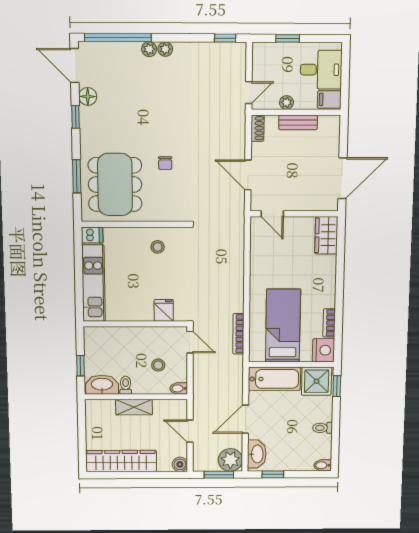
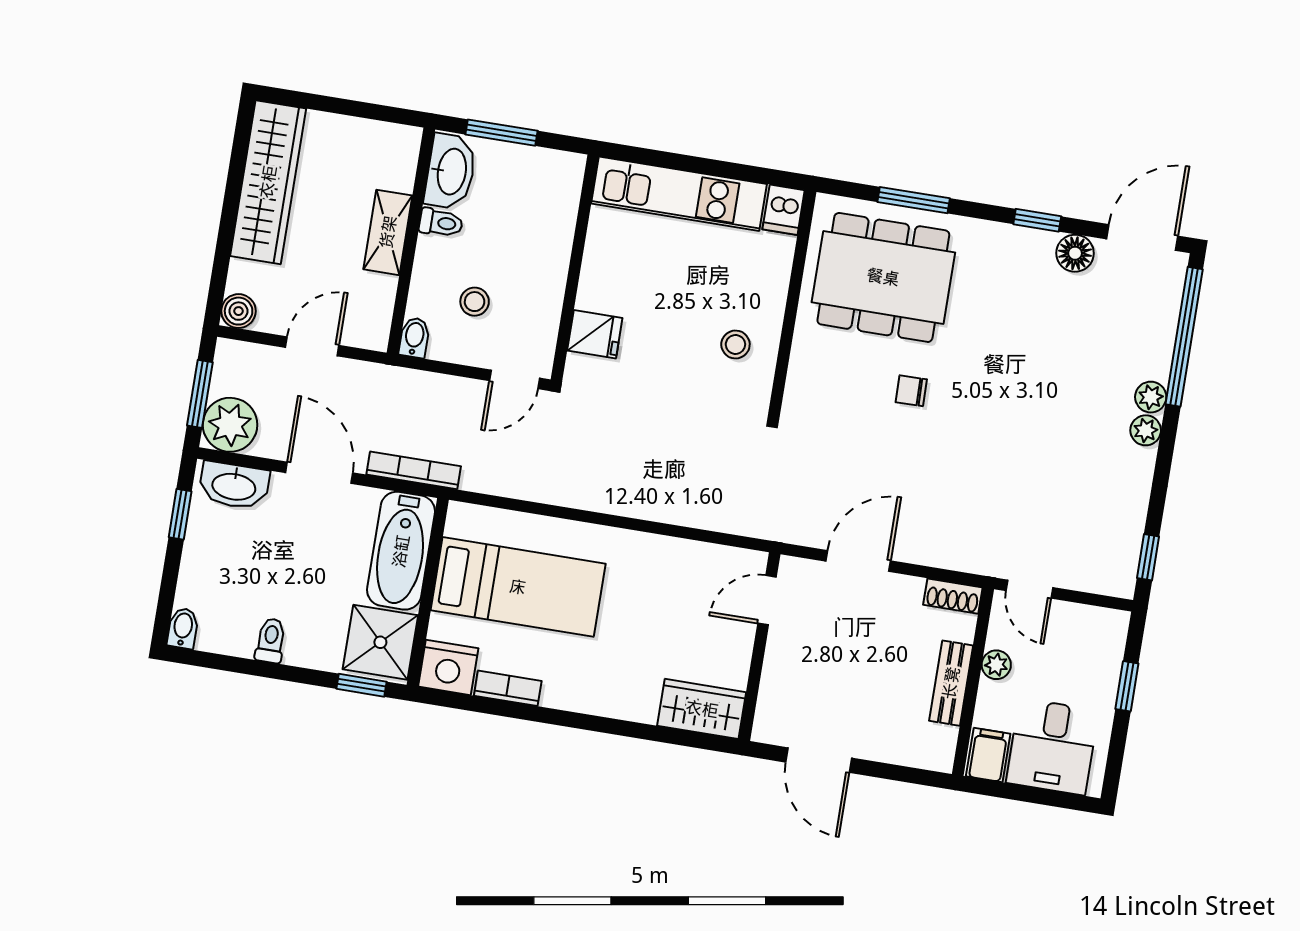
door: (342, 178) -> (819, 760), width x0.73
bookcase: (238, 334) -> (414, 470), moved
window: (81, 366) -> (501, 133), width x1.50

